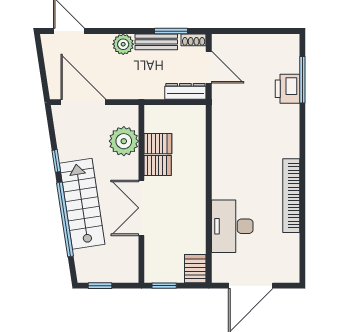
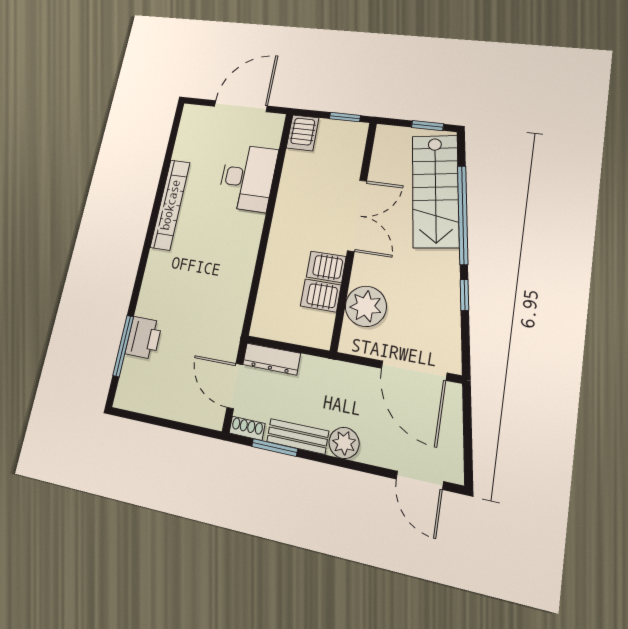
stairs: (82, 204) -> (435, 191), moved

